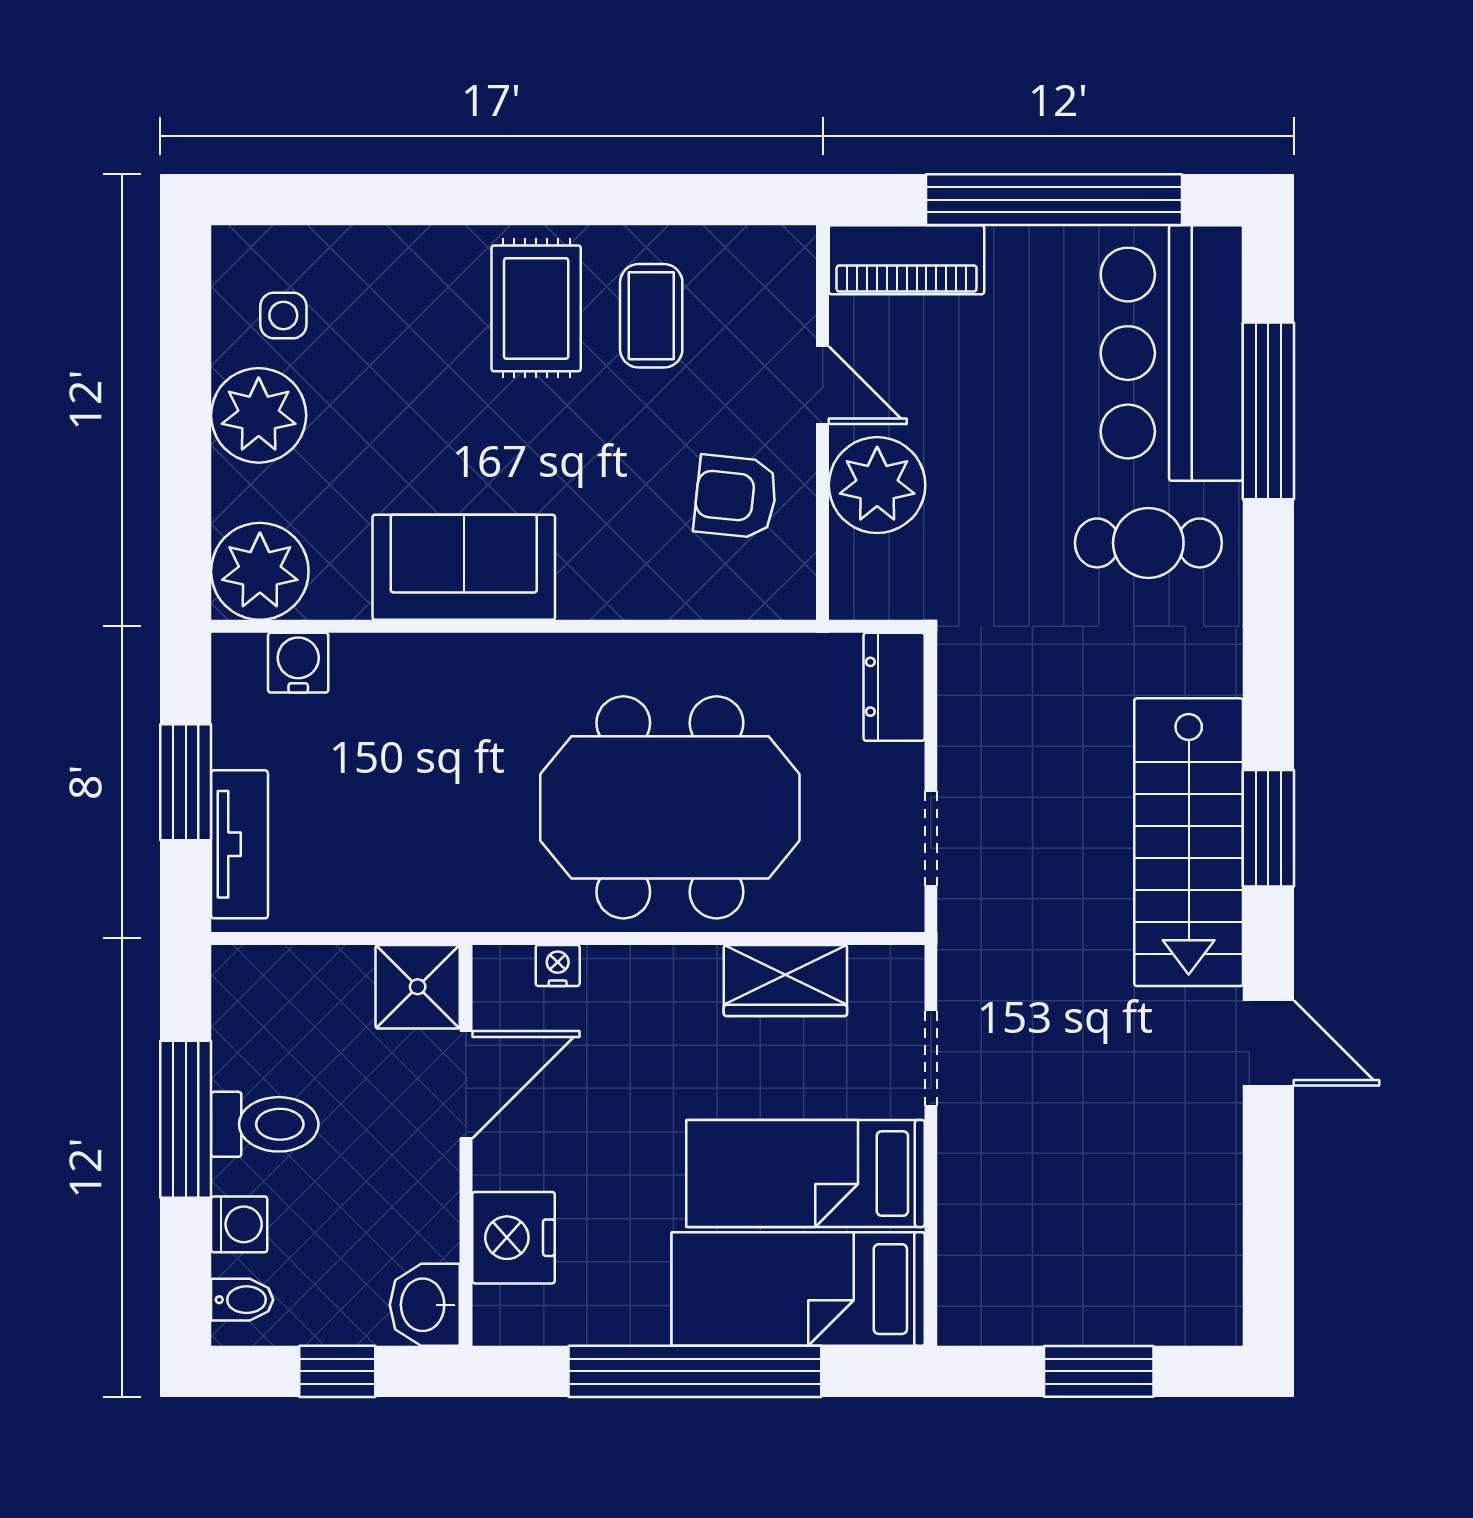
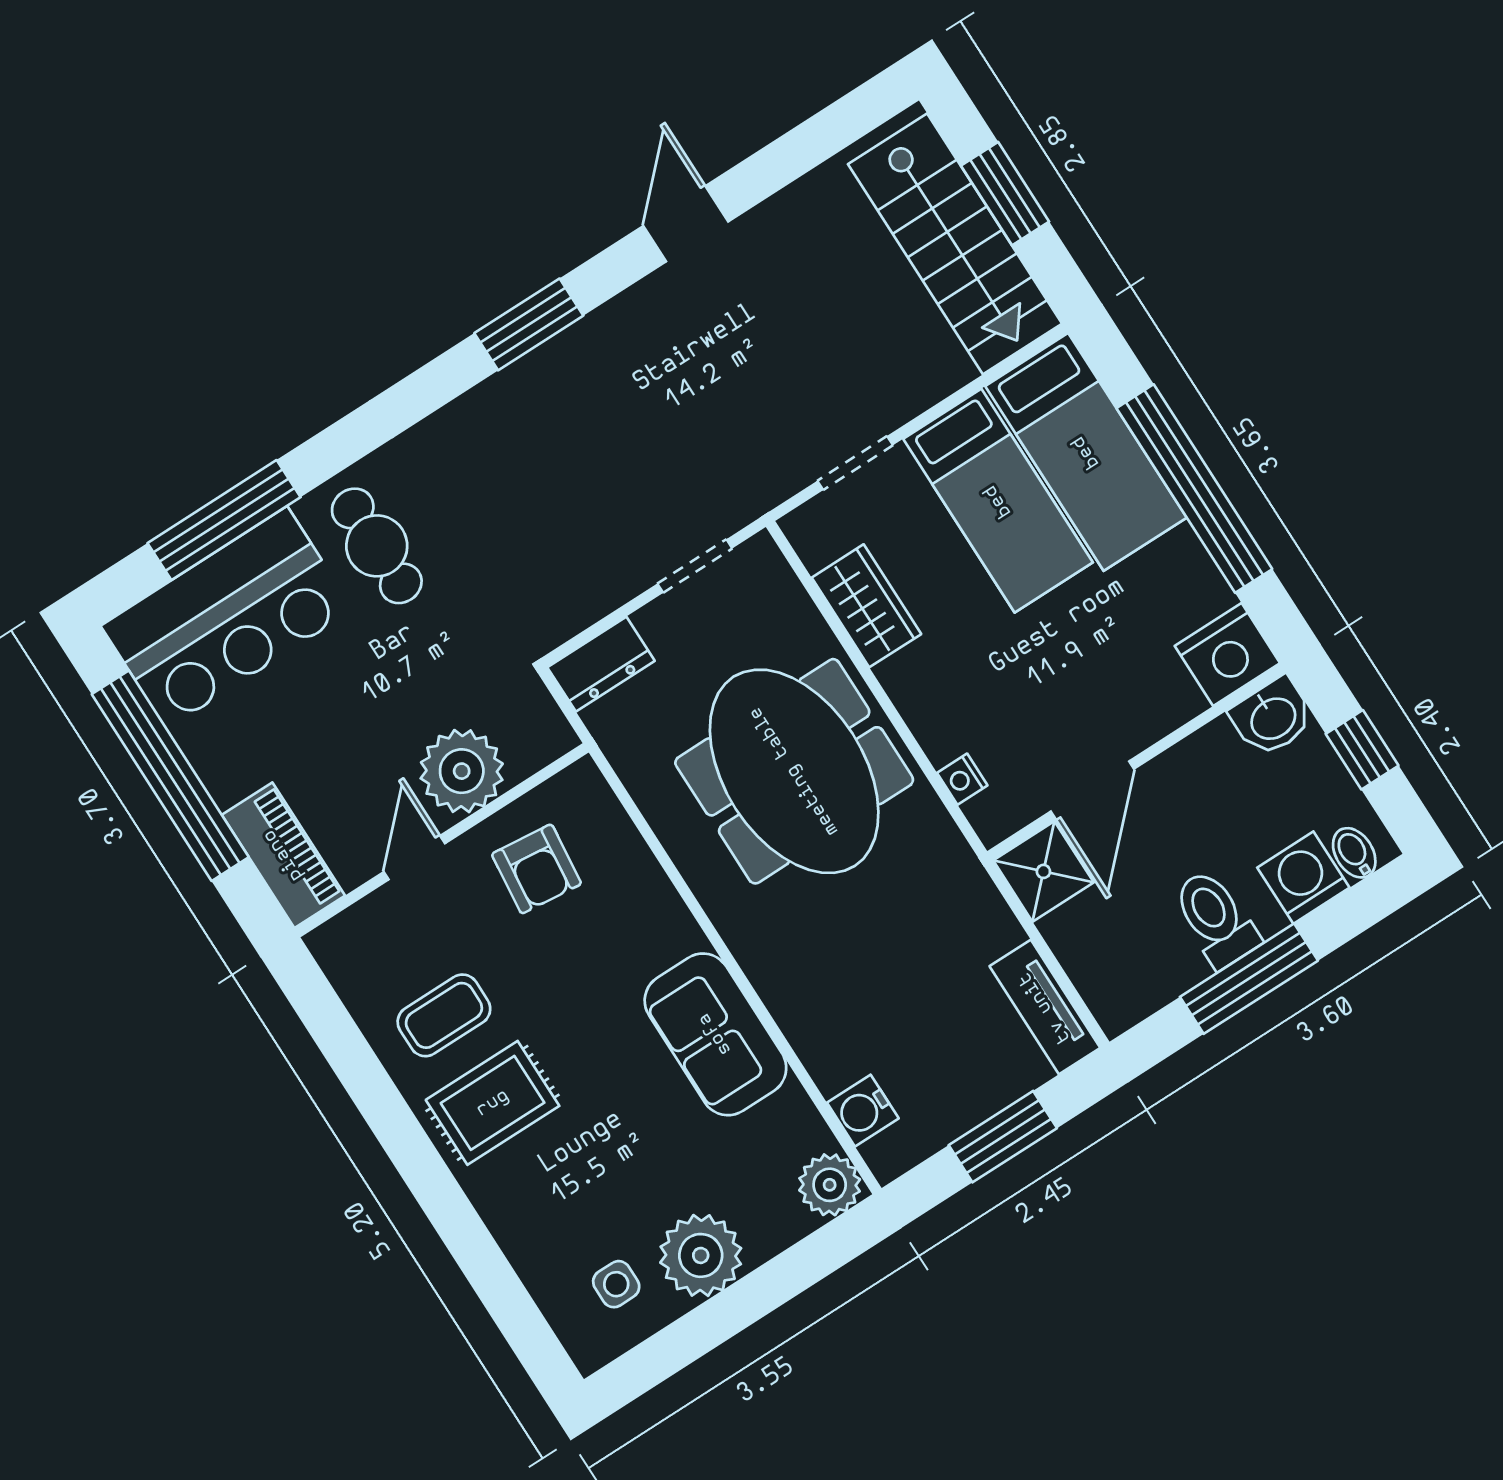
plant: (260, 571) -> (830, 1185), width x0.73, depth x0.73
stairs: (1189, 842) -> (955, 244), moved, turned 90
tv unit: (239, 844) -> (1045, 1007), moved, turned -90
door: (466, 1085) -> (1092, 790), swing flipped
washing machine: (239, 1224) -> (1303, 878), width x1.38, depth x1.38
nightstand: (513, 1238) -> (1227, 655), moved

